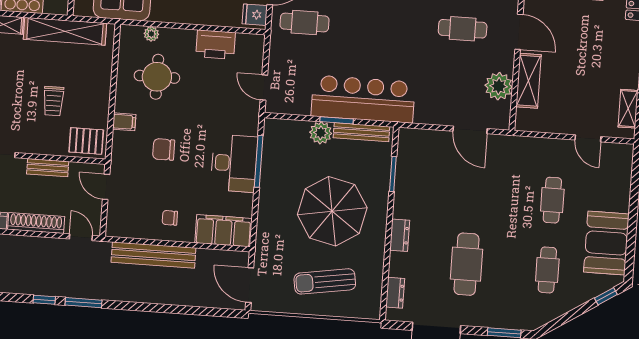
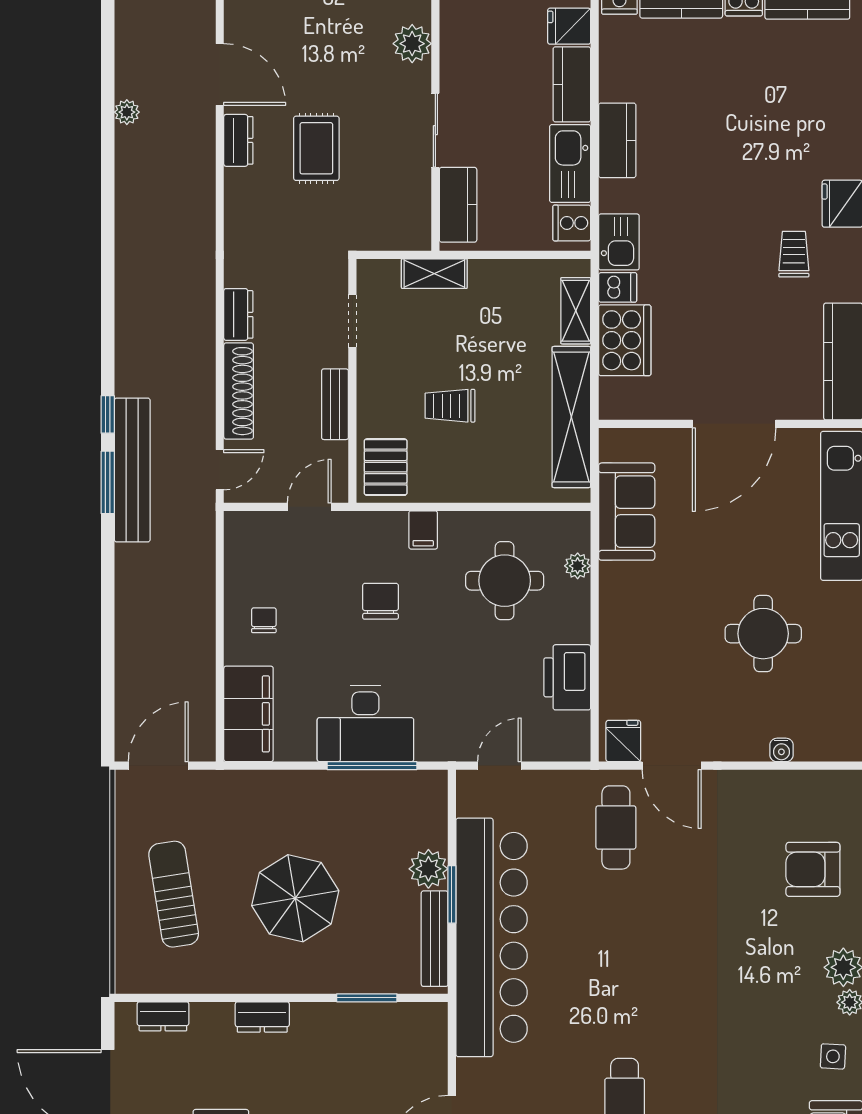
bar counter: (363, 99) -> (492, 937), width x1.36
parasol: (332, 211) -> (295, 898), width x0.73, depth x0.73
bench: (153, 255) -> (132, 470), moved

